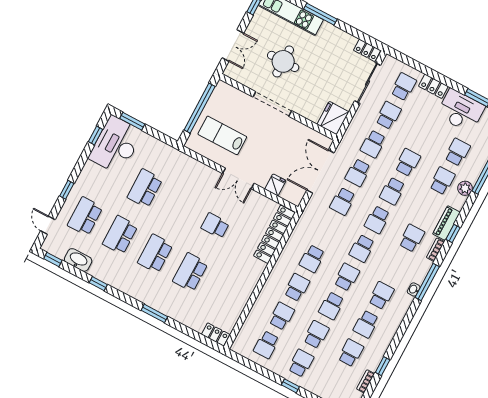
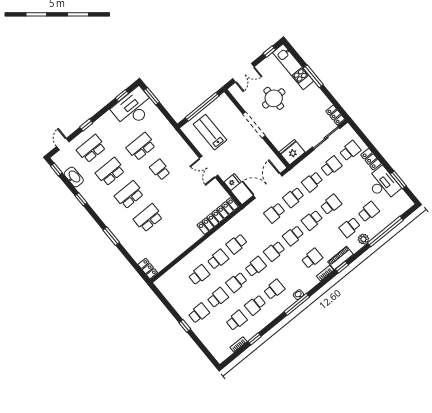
school desk: (442, 181) -> (350, 227), turned 180
school desk: (215, 226) -> (160, 170), moved
window: (427, 282) -> (297, 304), moved
school desk: (266, 345) -> (180, 290), removed

